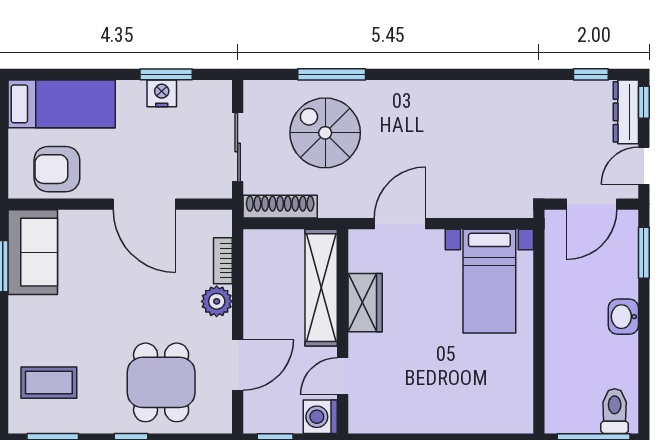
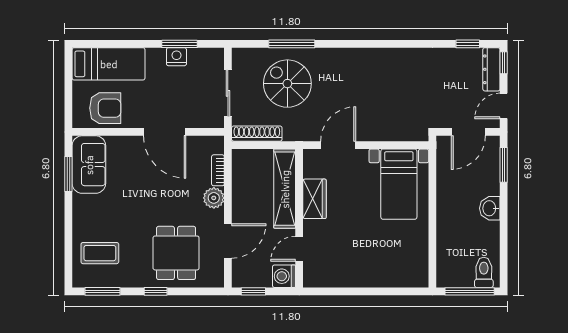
armchair: (57, 169) -> (105, 108), turned 180

